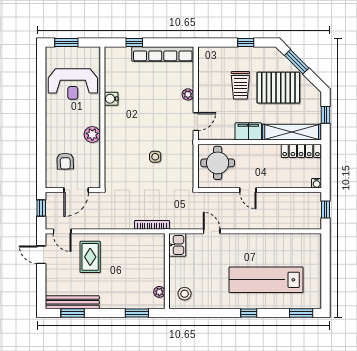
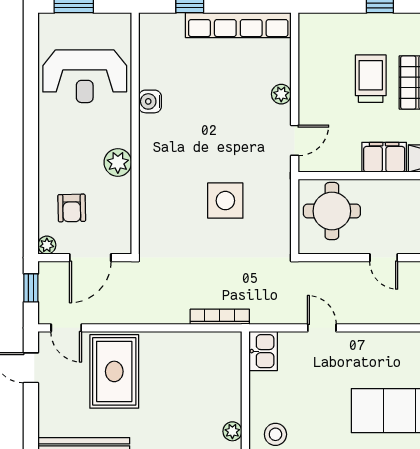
trolley: (240, 85) -> (371, 79), turned 180
side table: (155, 157) -> (225, 201), width x1.87, depth x1.87
plant: (51, 183) -> (47, 245), added
rug: (90, 257) -> (114, 371), width x1.36, depth x1.43

